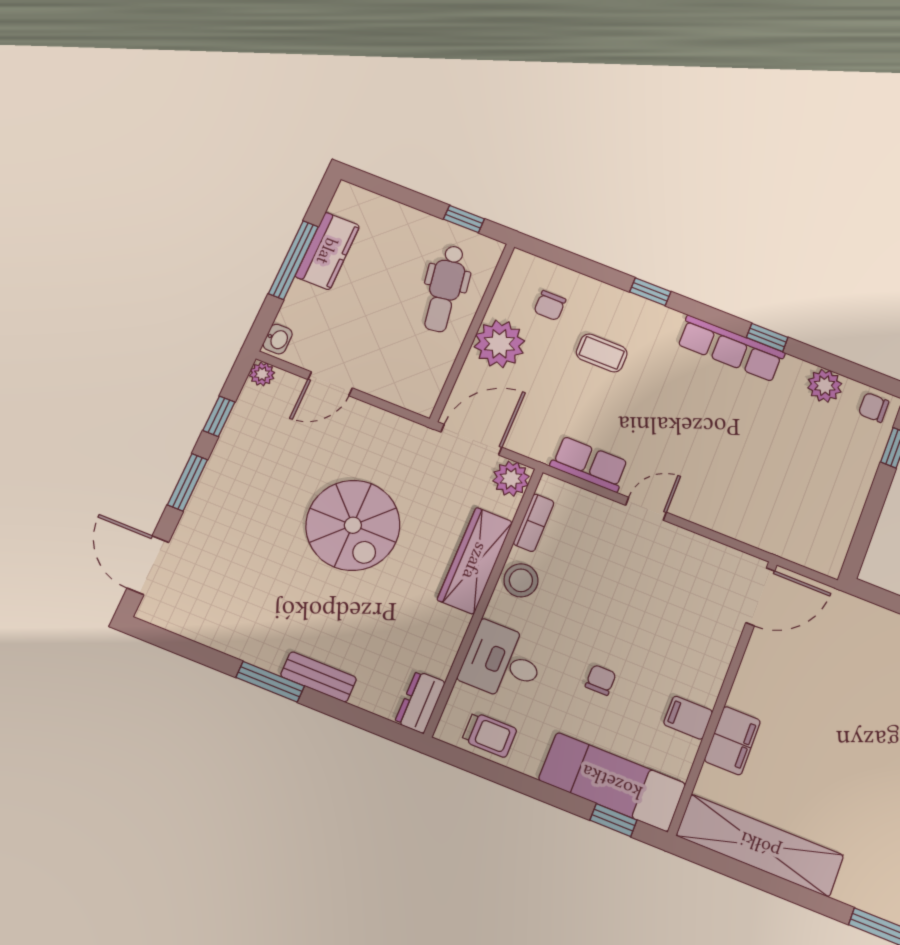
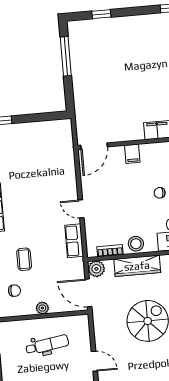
dental chair: (445, 288) -> (47, 345), moved
plant: (499, 344) -> (42, 308), width x0.53, depth x0.53
door: (760, 597) -> (94, 146), swing flipped
filing cabinet: (688, 718) -> (132, 154), moved

